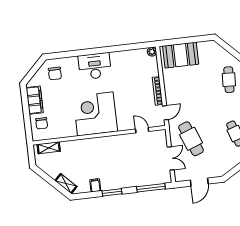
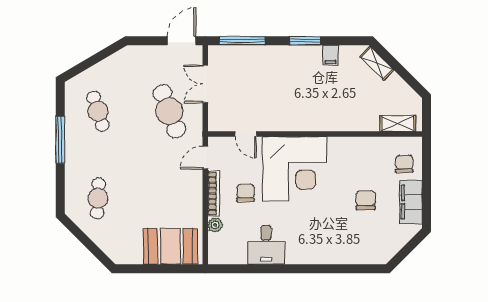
plant: (152, 52) -> (215, 225), moved
desk: (95, 66) -> (266, 245), moved, width x0.73
chair: (55, 73) -> (366, 200), moved
chair: (138, 94) -> (246, 193), added
corner desk: (95, 114) -> (295, 169), moved
door: (199, 182) -> (182, 41), moved

